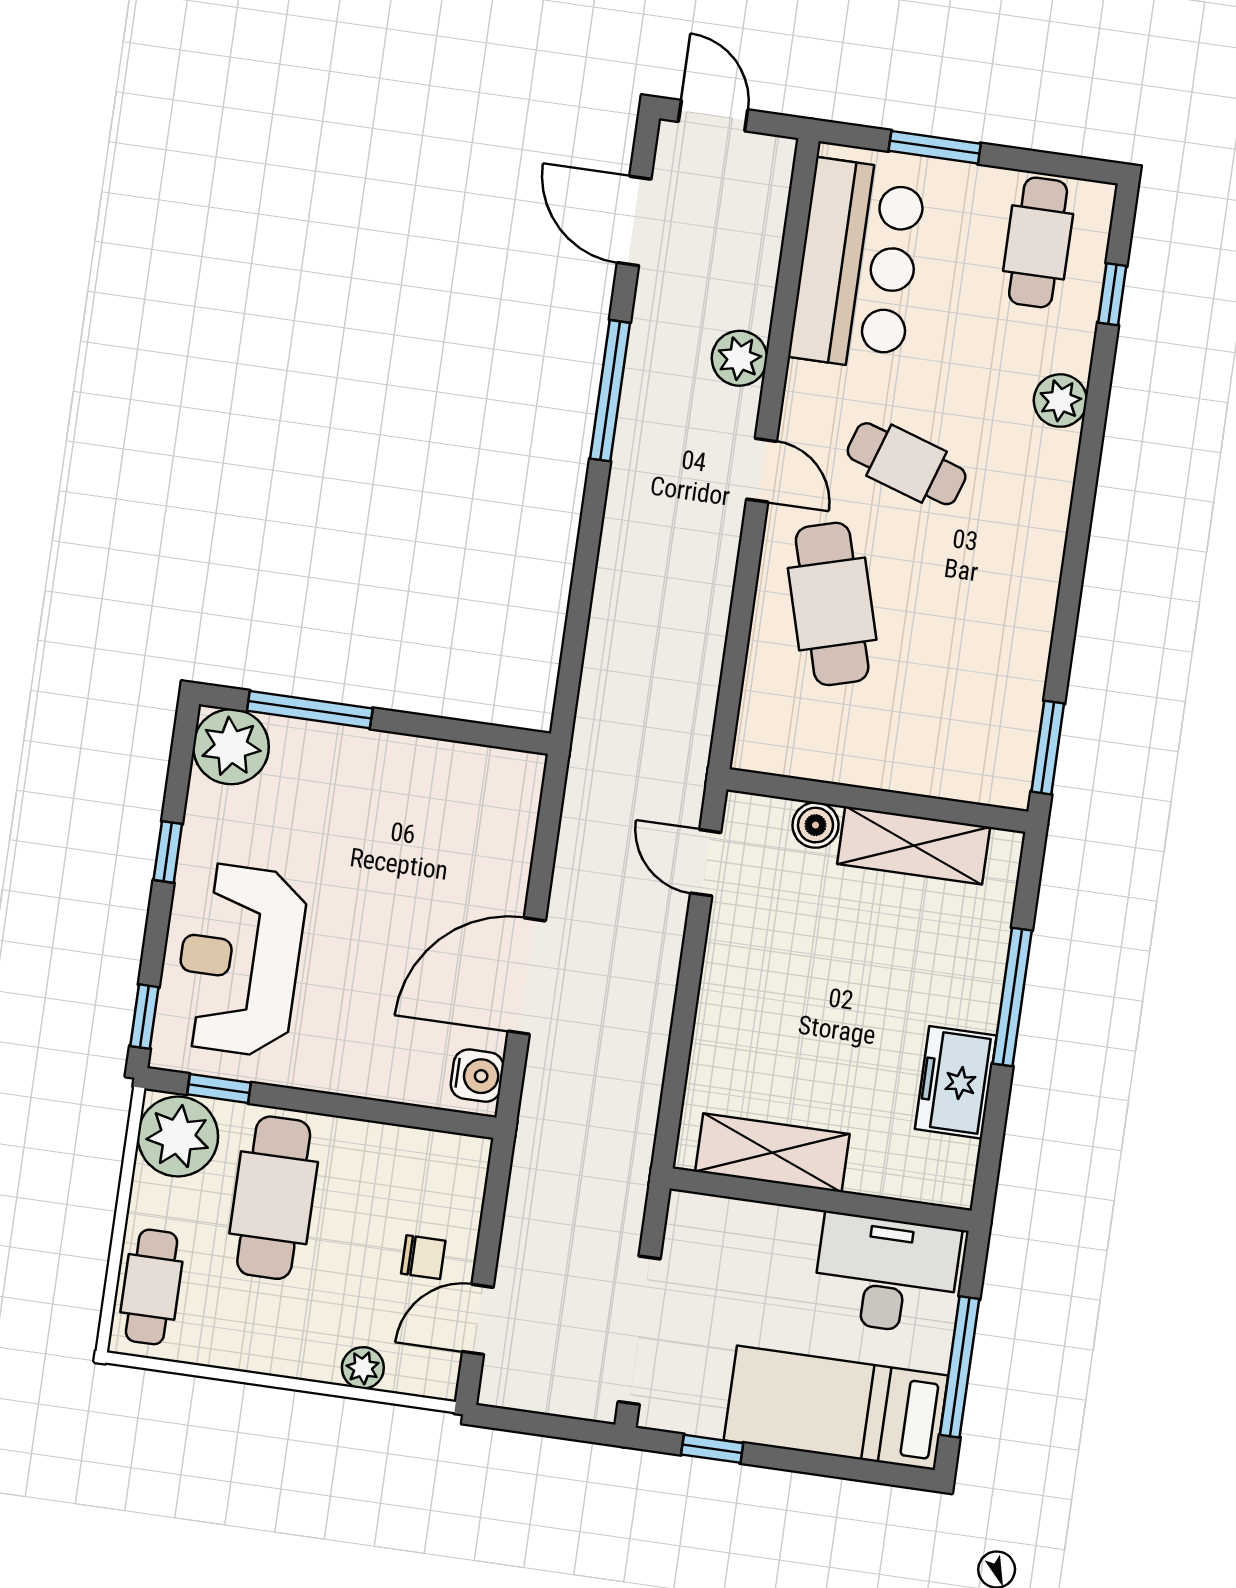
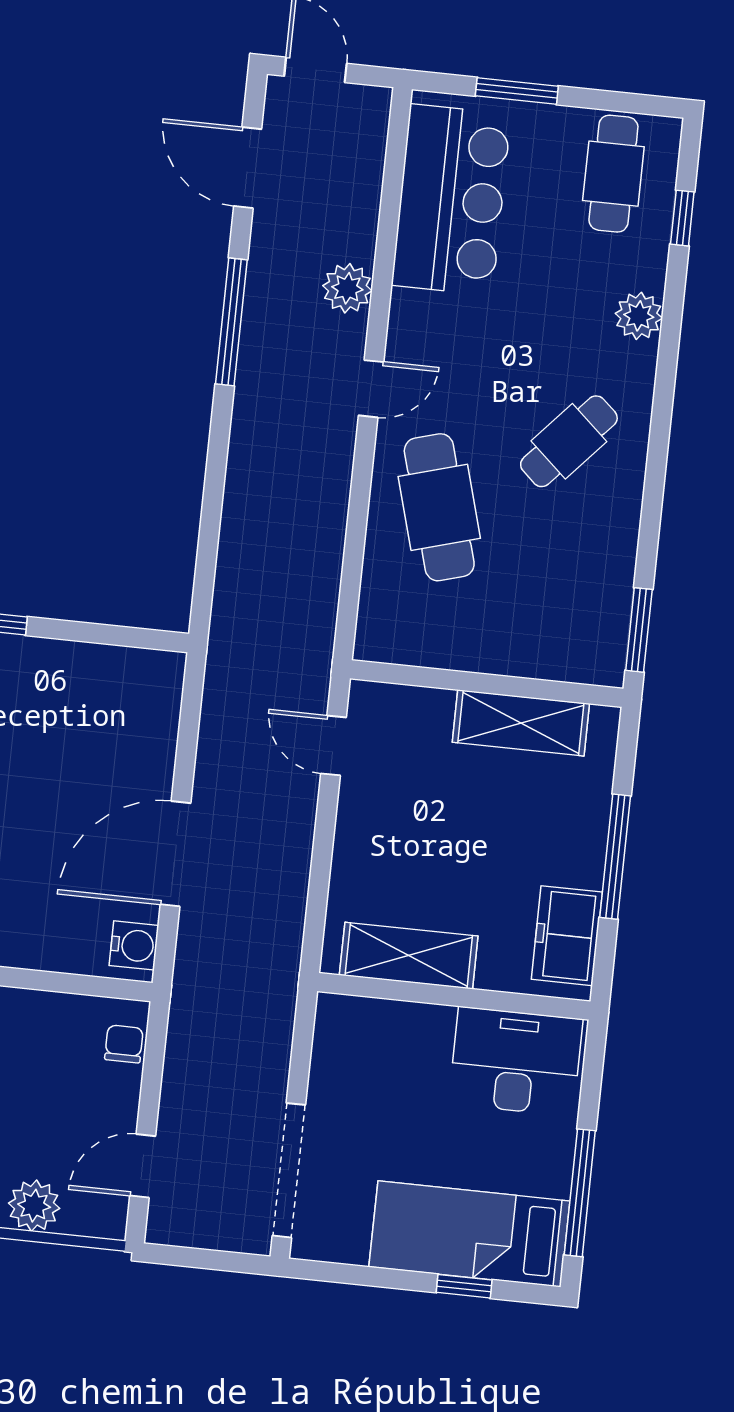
cafe table: (907, 464) -> (569, 441), moved, turned -66
door: (762, 470) -> (371, 389), hinge flipped
boiler: (815, 825) -> (432, 708), removed
shelving: (772, 1153) -> (409, 956), moved
wall: (821, 1200) -> (454, 996), moved
chair: (423, 1257) -> (124, 1044), moved, turned -90
desk: (886, 1274) -> (516, 1061), moved
plant: (363, 1368) -> (34, 1206), width x1.38, depth x1.38
window: (712, 1449) -> (464, 1286), moved

